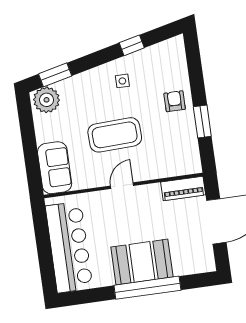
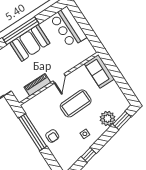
plant: (47, 100) -> (107, 118), moved
window: (202, 121) -> (33, 132), width x2.11
piano: (183, 188) -> (37, 85), moved
bar counter: (69, 247) -> (68, 27), width x0.73

